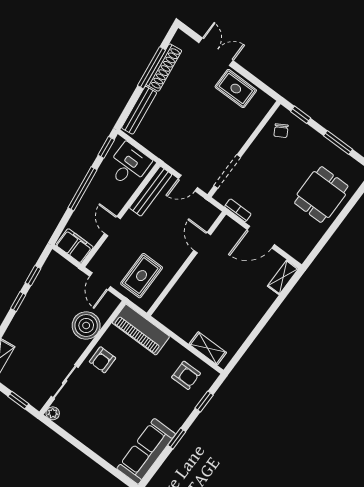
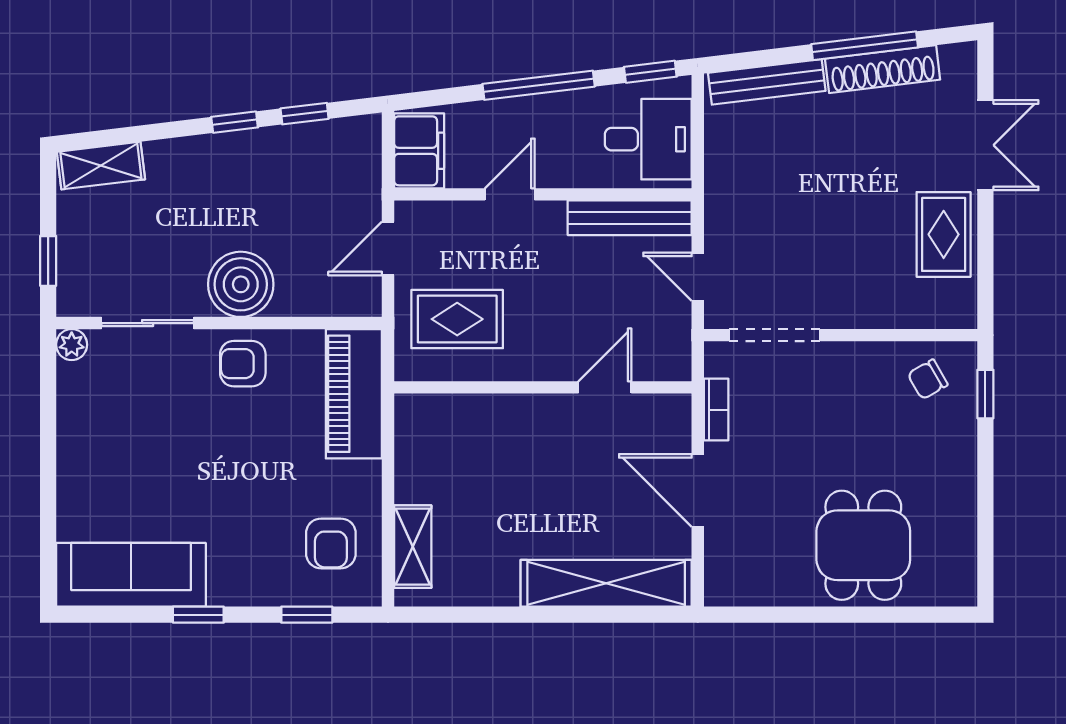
window: (338, 142) -> (985, 504), removed
dining table: (321, 195) -> (863, 545), turned 90
shelving: (283, 277) -> (606, 583), width x2.20, depth x1.33
boiler: (86, 325) -> (241, 284), moved

